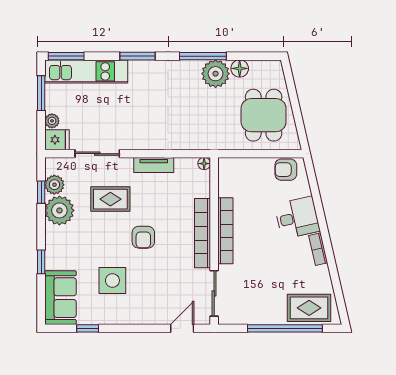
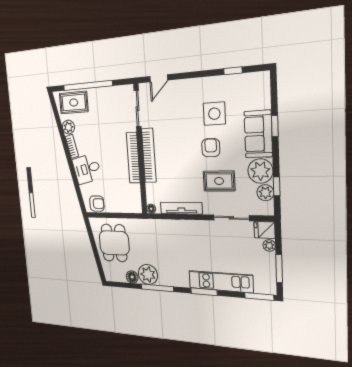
kitchen unit: (86, 71) -> (221, 282), moved
tv unit: (154, 165) -> (181, 208), width x1.41
armchair: (143, 237) -> (211, 148), moved
plant: (321, 276) -> (68, 127), added
sofa: (60, 298) -> (258, 134), moved

